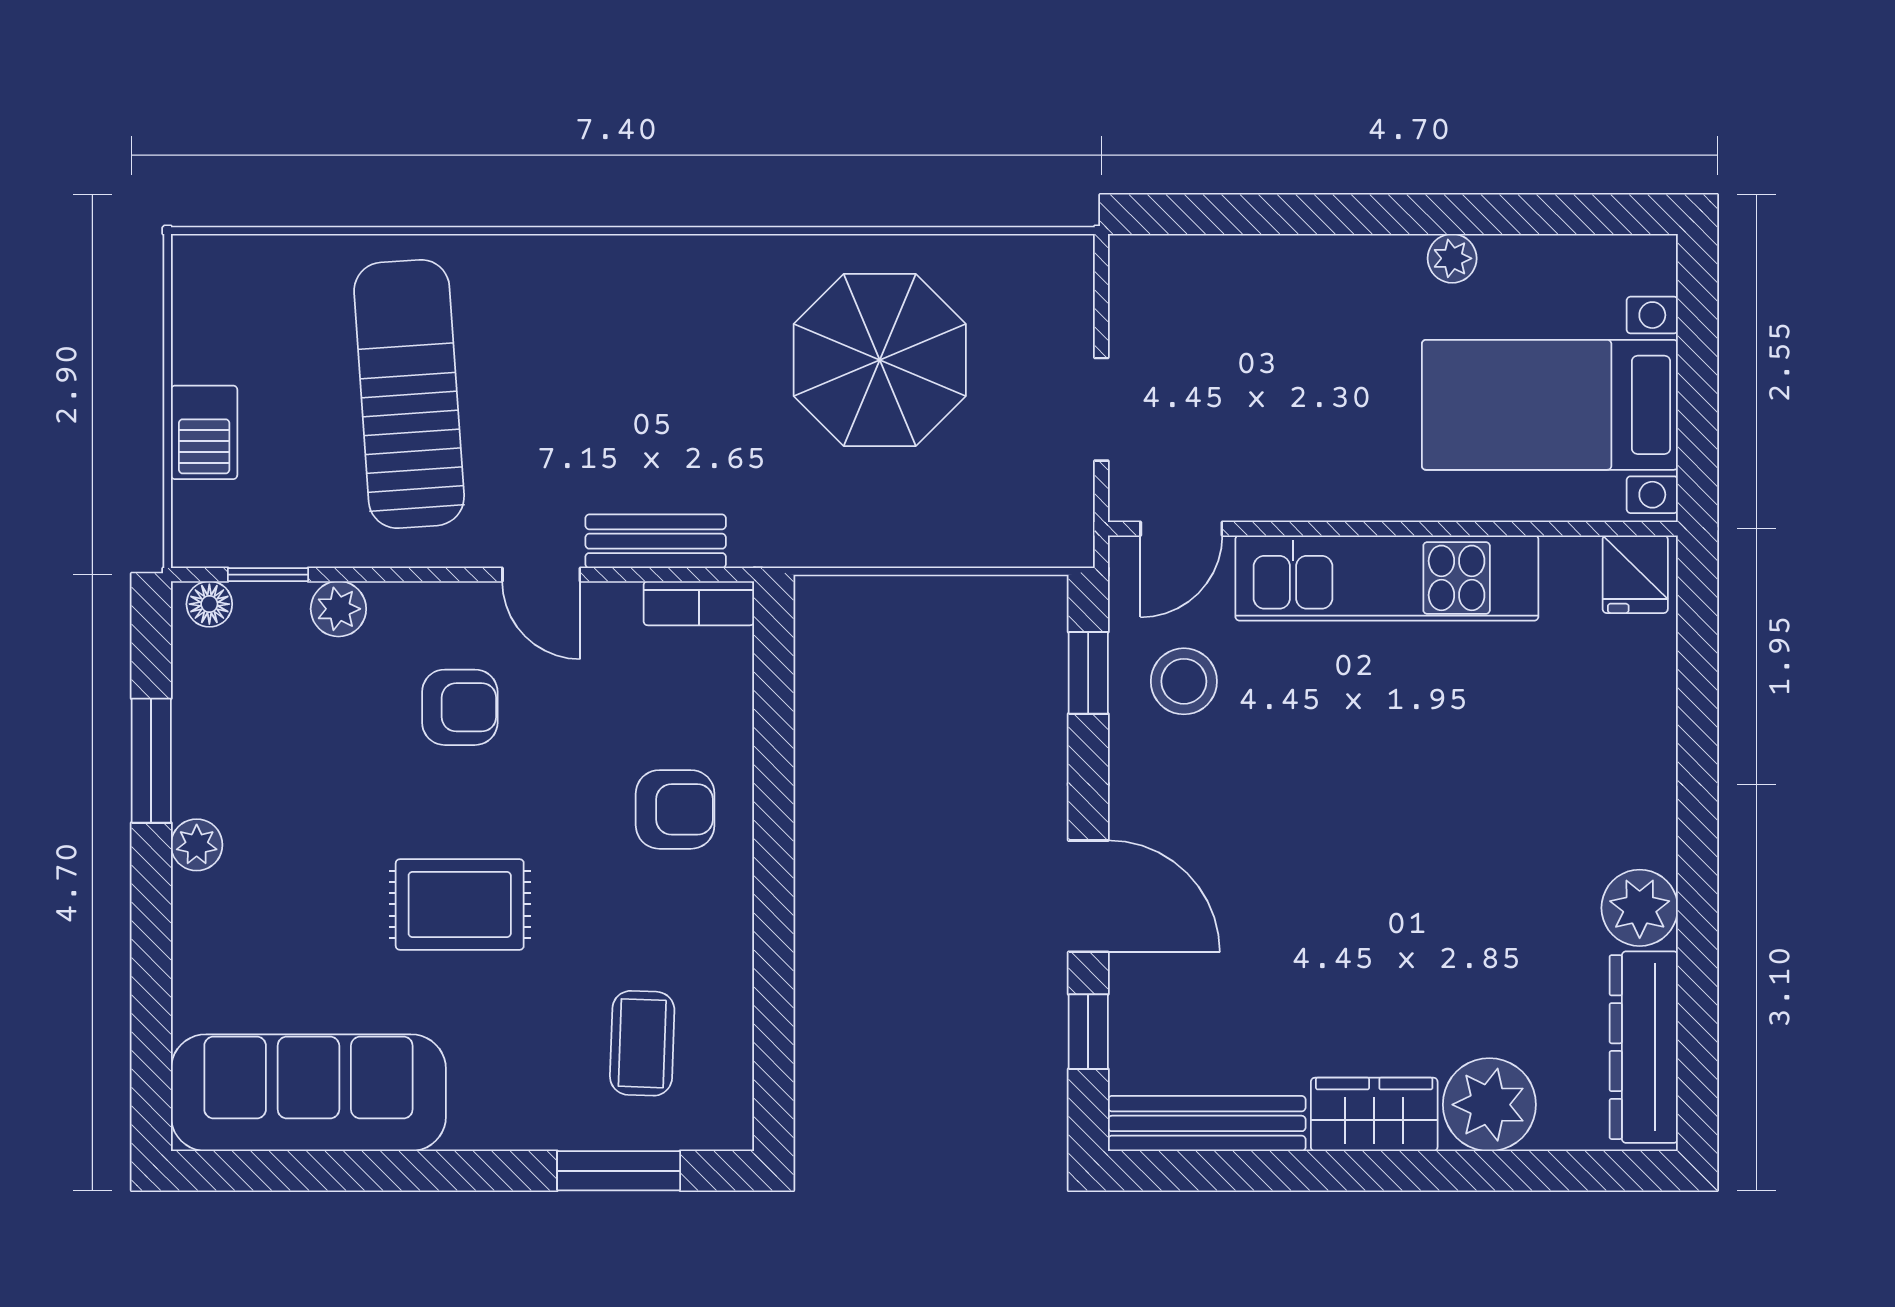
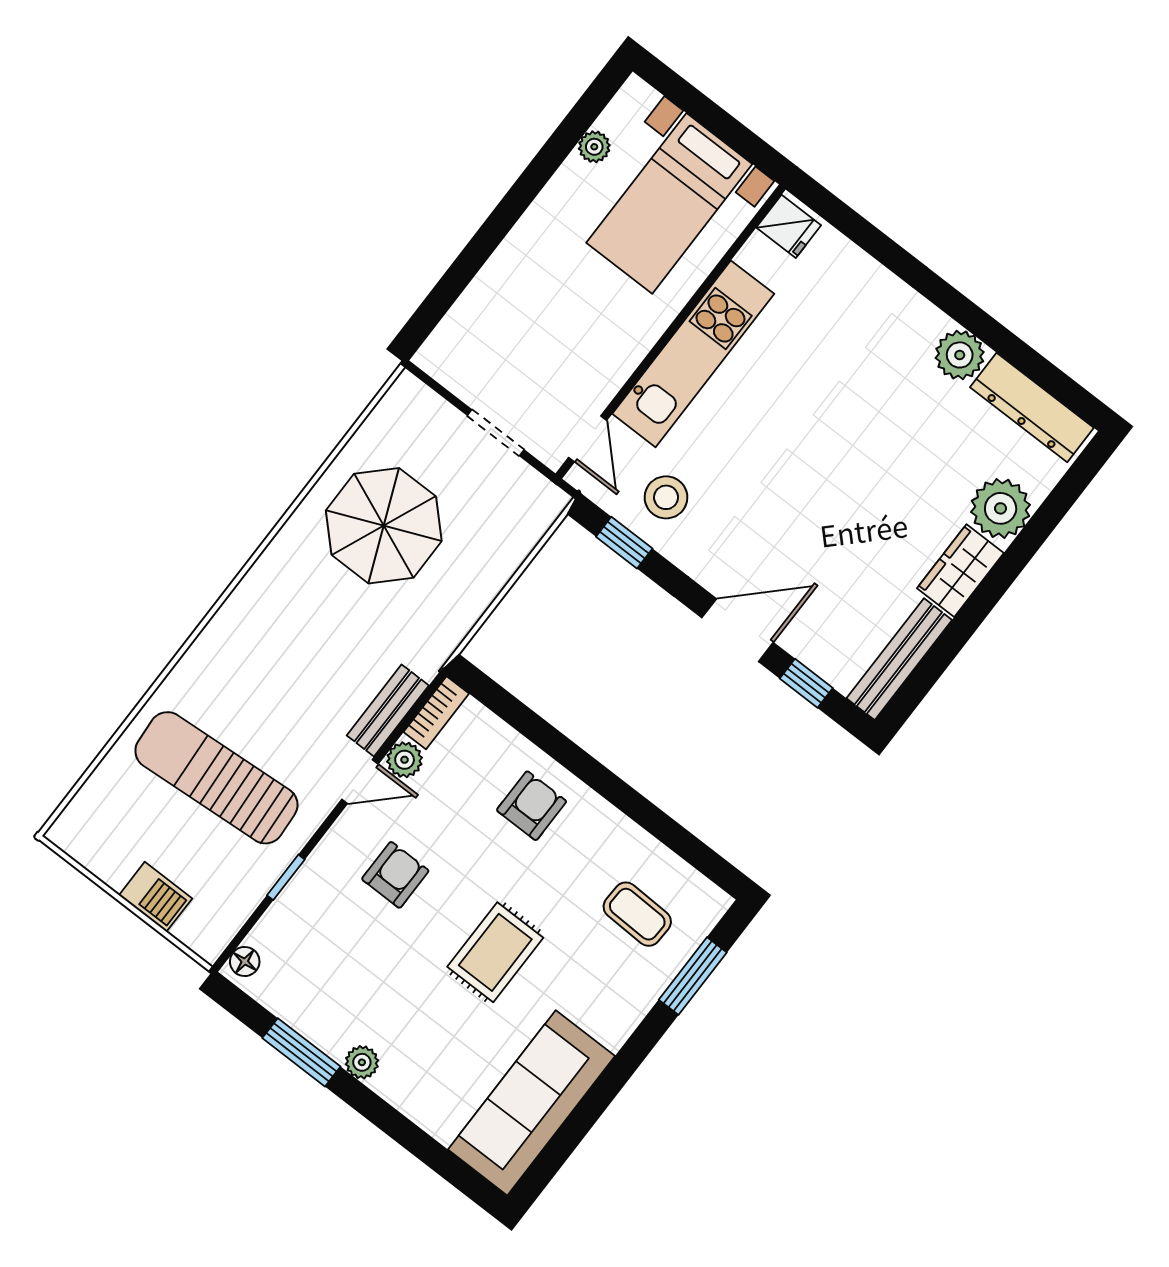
plant: (1452, 258) -> (594, 147), moved
window: (268, 575) -> (286, 877), moved
plant: (338, 609) -> (405, 760), moved

